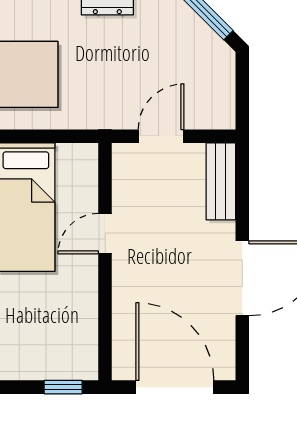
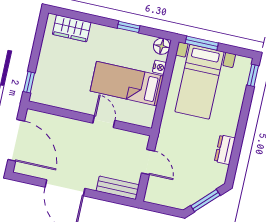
door: (175, 387) -> (16, 140), hinge flipped

